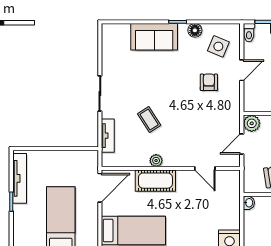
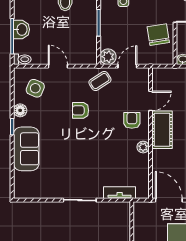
armchair: (209, 82) -> (81, 110), moved
coffee table: (149, 120) -> (100, 81), moved
door: (242, 144) -> (127, 66), swing flipped
armchair: (184, 149) -> (132, 120), added
cot: (155, 181) -> (162, 130), moved

